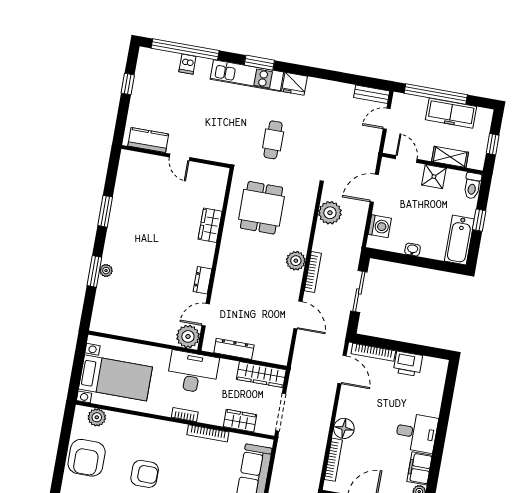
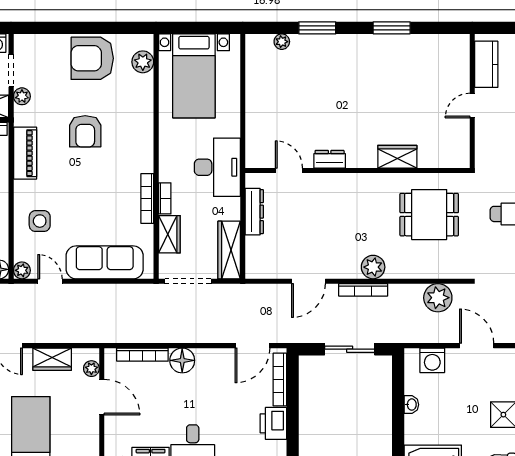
plant: (106, 271) -> (282, 42), moved
plant: (188, 336) -> (259, 154), removed
bookcase: (185, 415) -> (165, 198), moved

